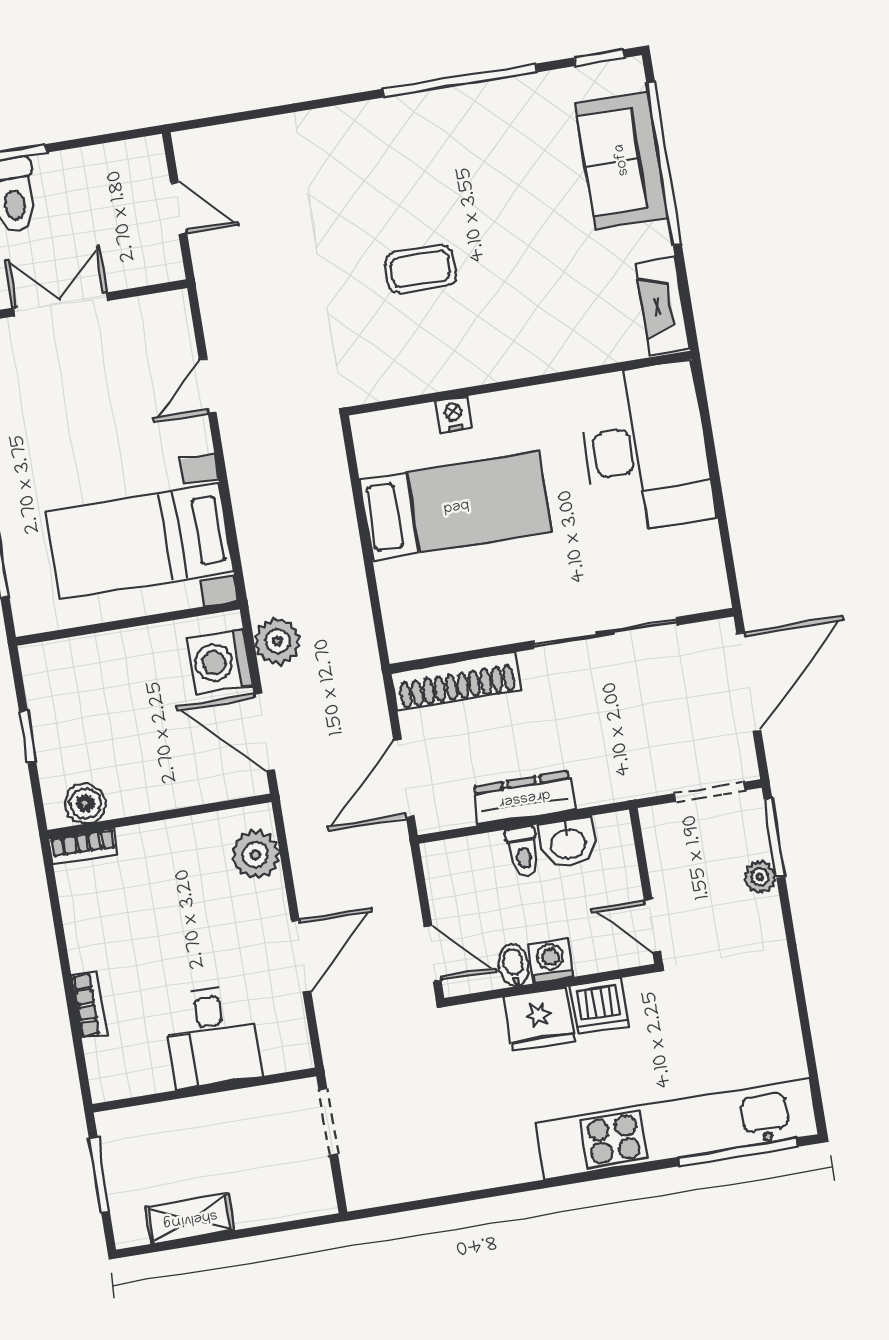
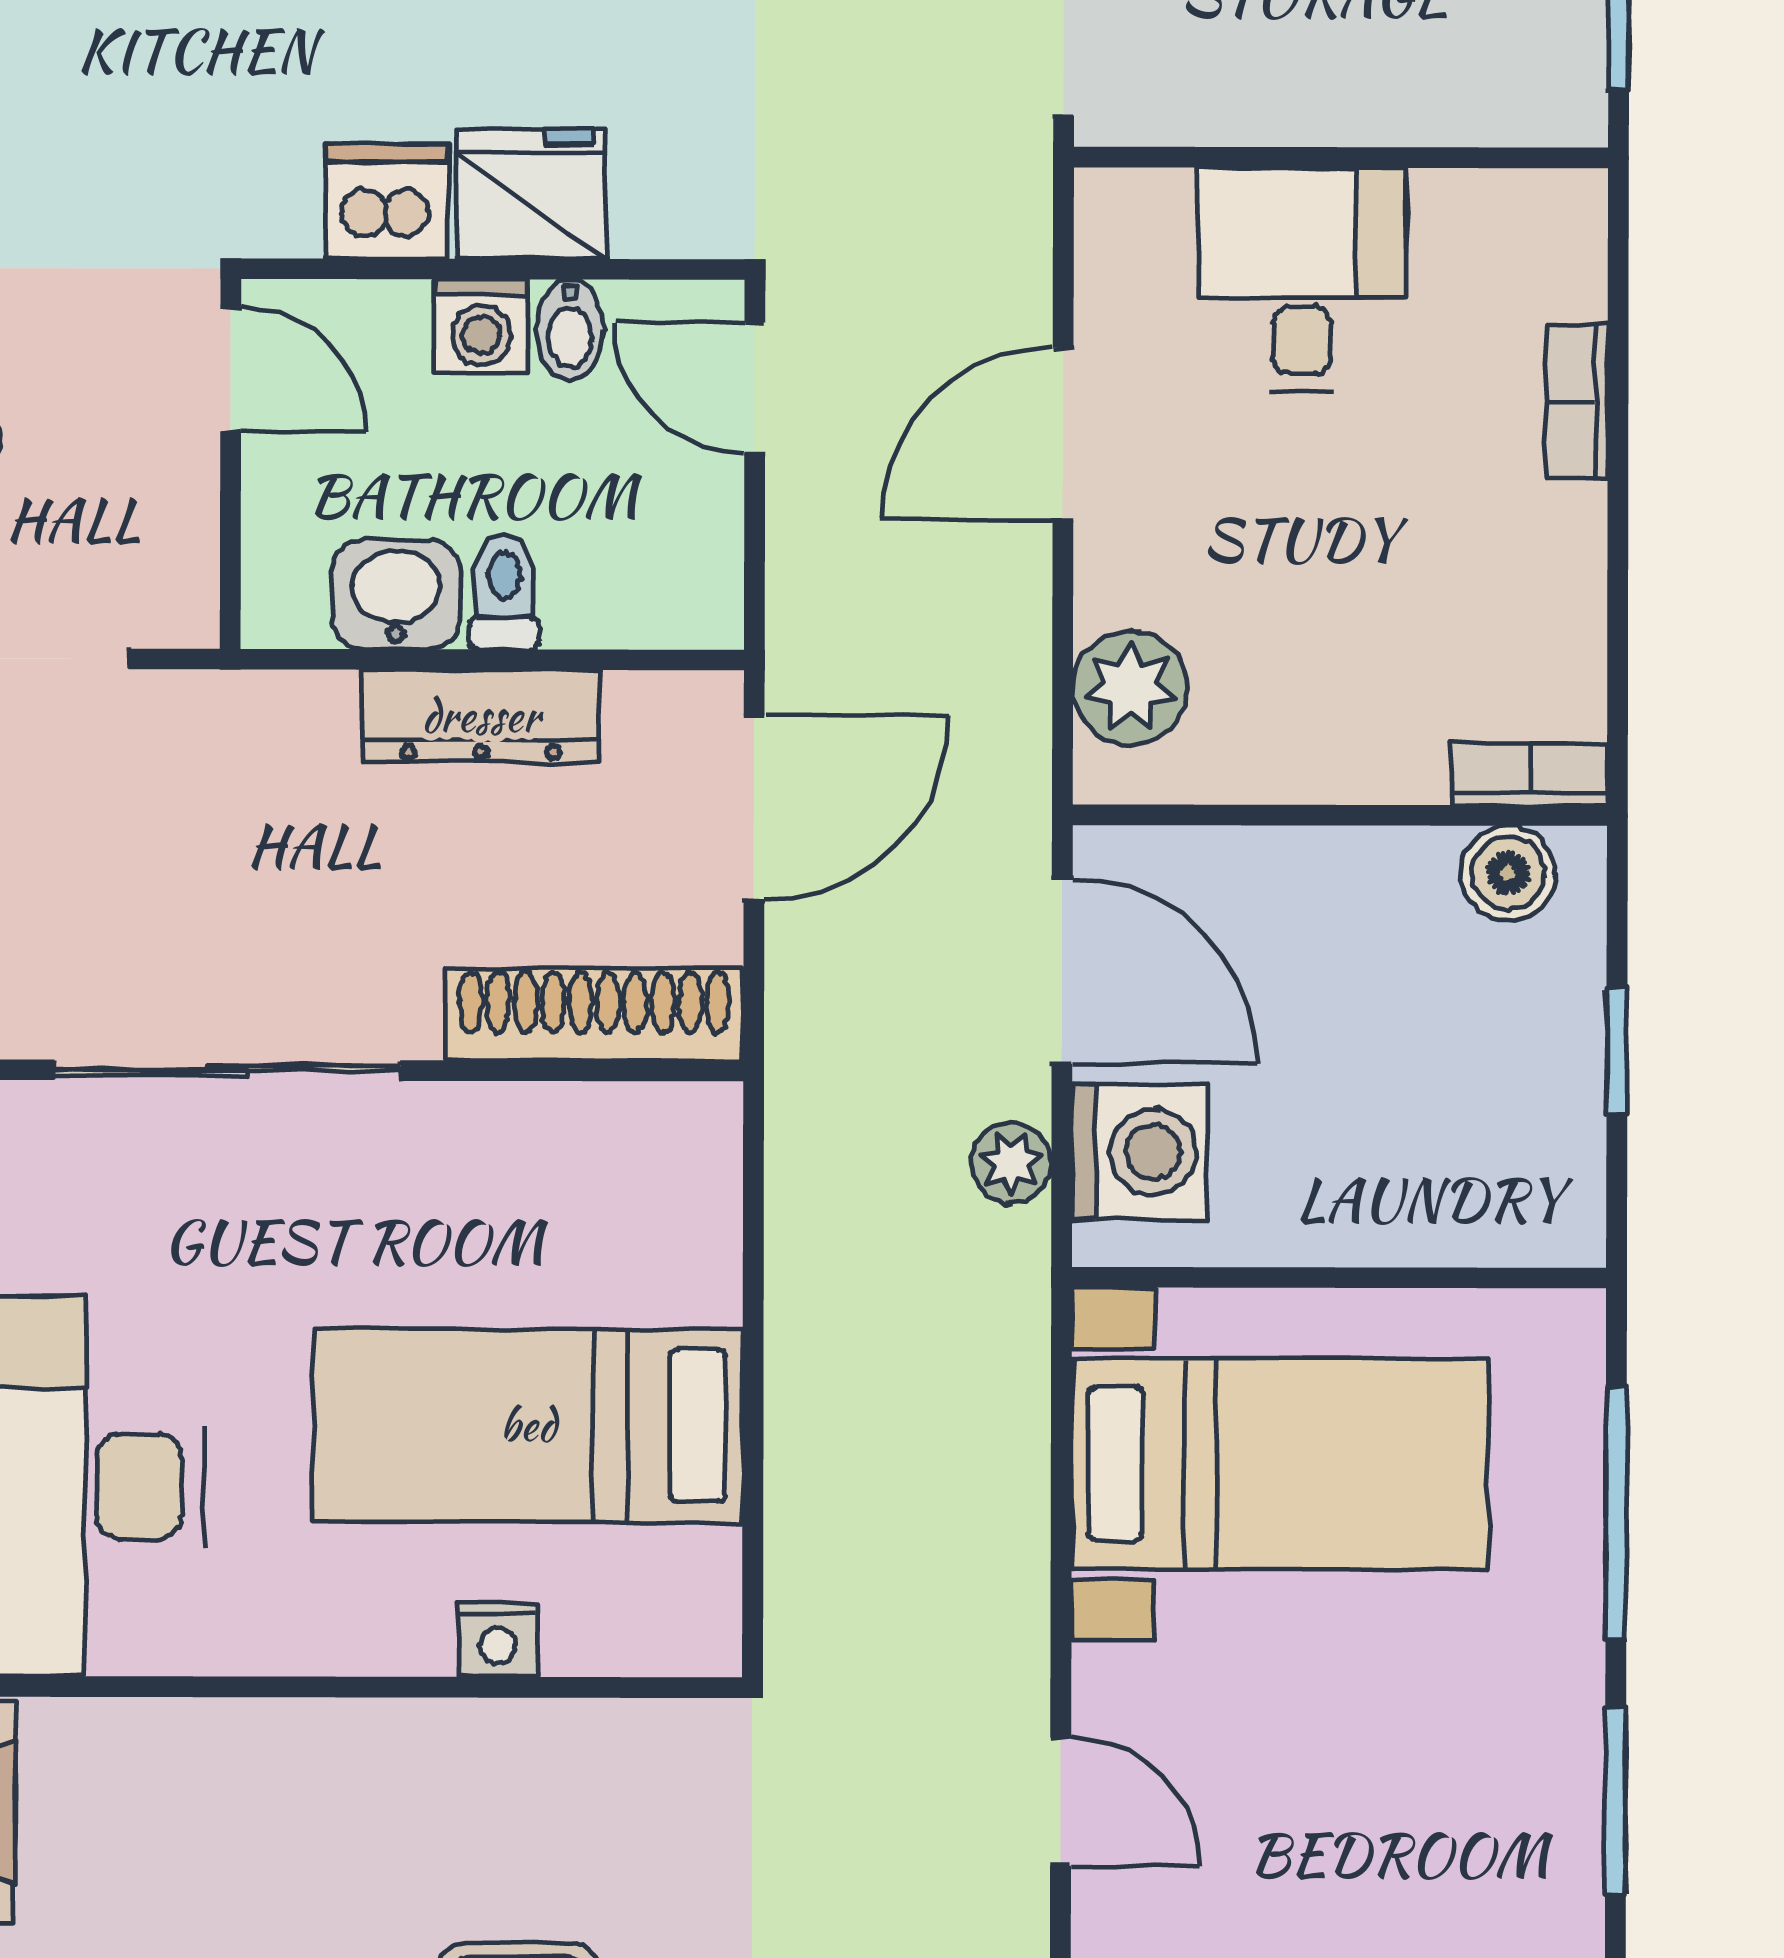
door: (208, 386) -> (1061, 1802), hinge flipped
plant: (278, 641) -> (1011, 1163), width x0.73, depth x0.73

